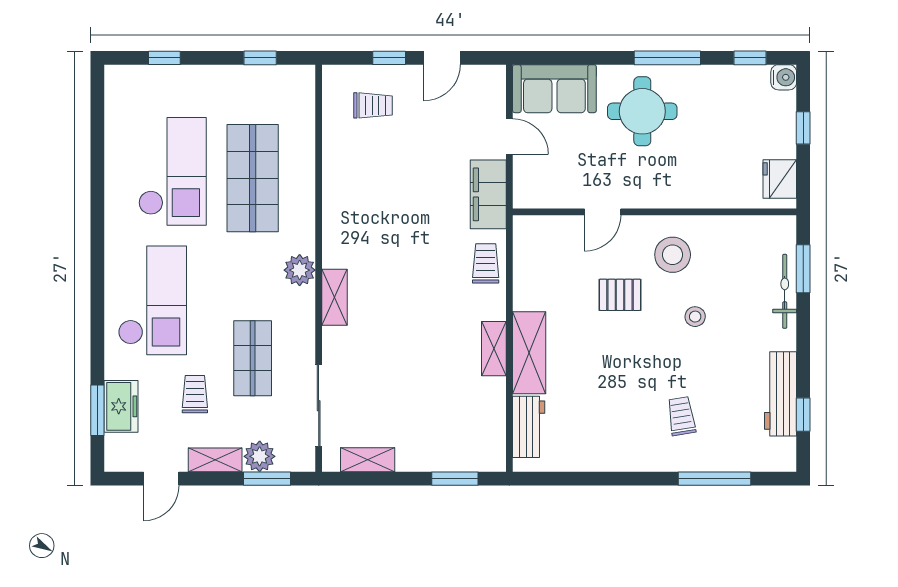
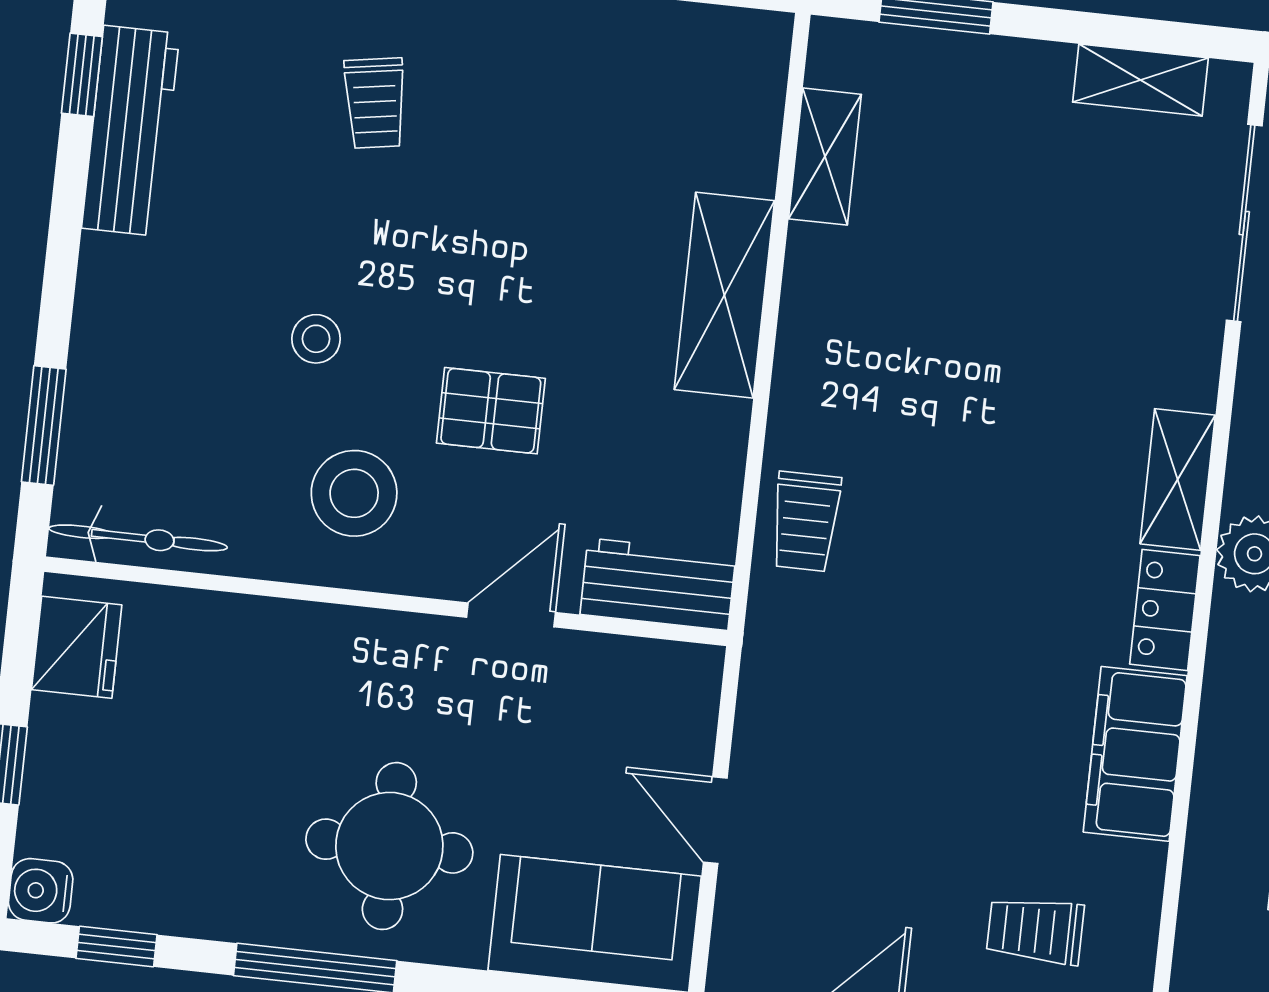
filing cabinet: (488, 194) -> (1135, 754), moved, turned 180
locker: (334, 243) -> (1165, 610), added
bicycle: (785, 291) -> (138, 538), moved, turned -90
shelving: (494, 349) -> (825, 157), moved
workbench: (529, 427) -> (658, 584), moved, turned 90

